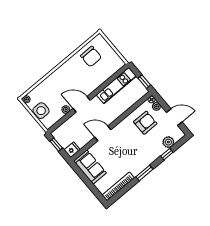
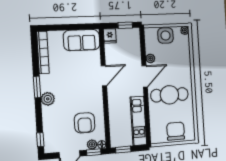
chair: (91, 57) -> (176, 131), moved, turned 90
cafe table: (81, 76) -> (169, 95), added
window: (161, 101) -> (94, 152), added
plant: (168, 142) -> (48, 99), moved
window: (167, 154) -> (40, 140), moved

